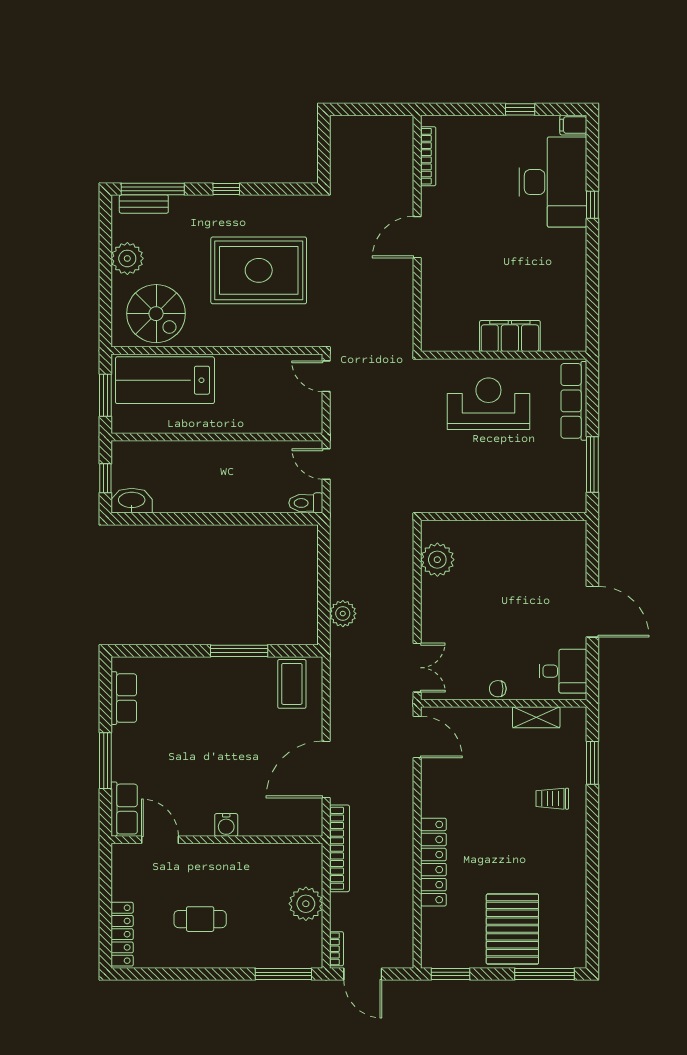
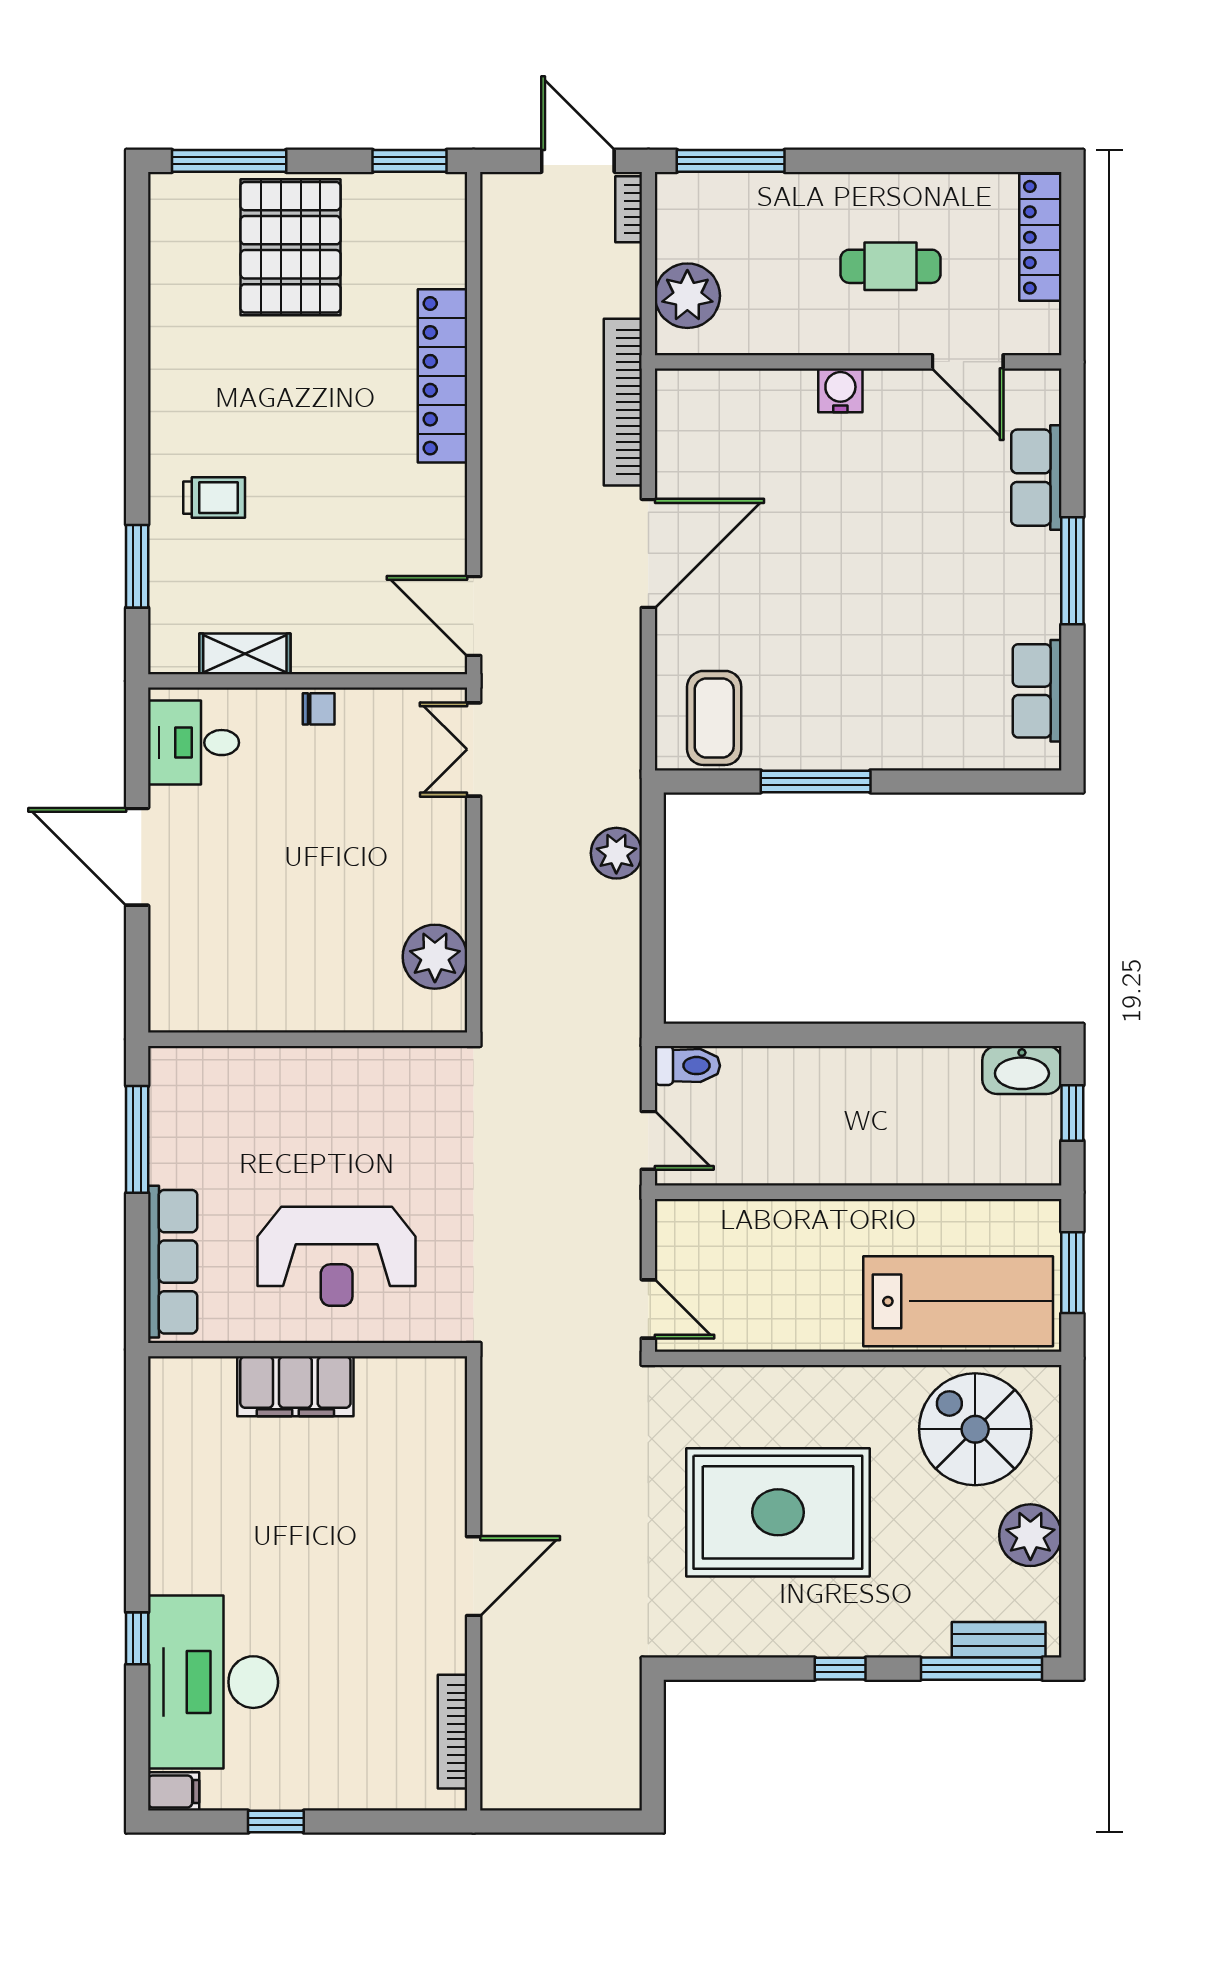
water cooler: (226, 825) -> (840, 390), moved
door: (160, 840) -> (968, 362), moved
wall: (217, 840) -> (858, 362), moved

